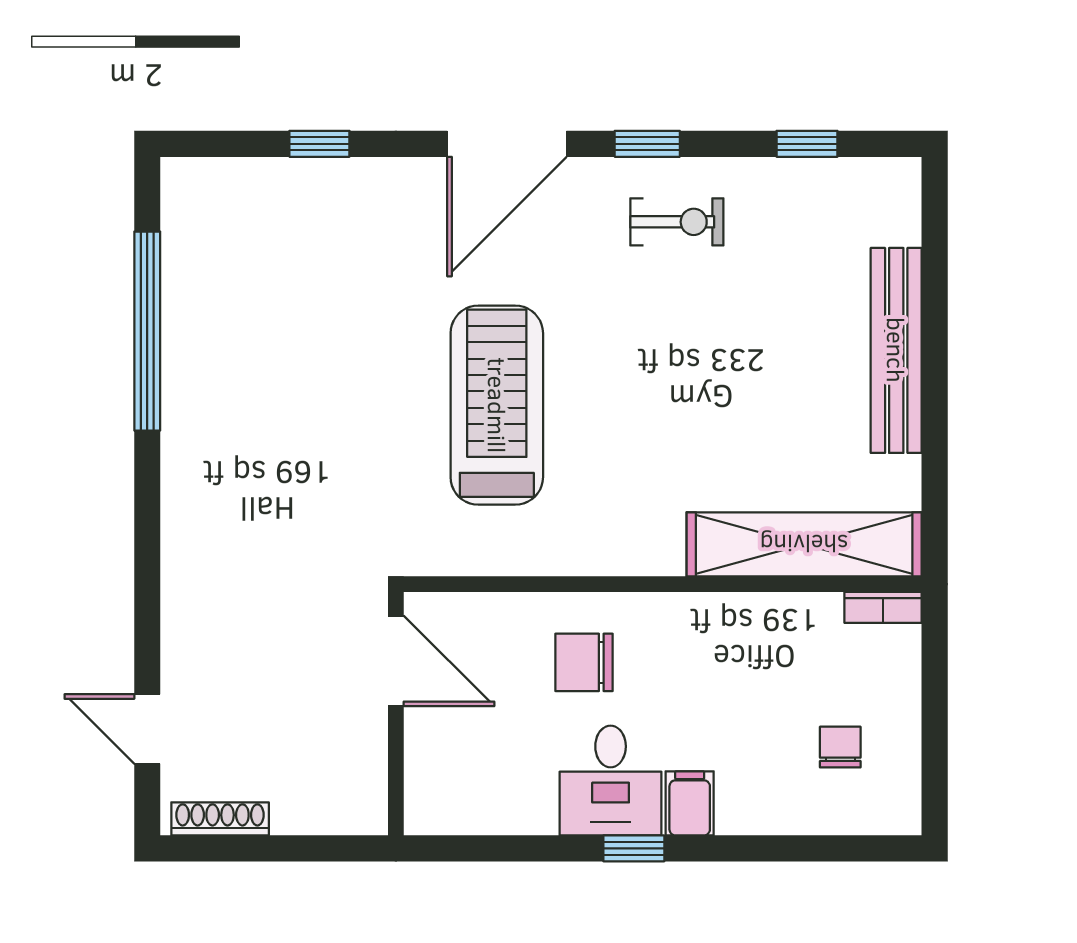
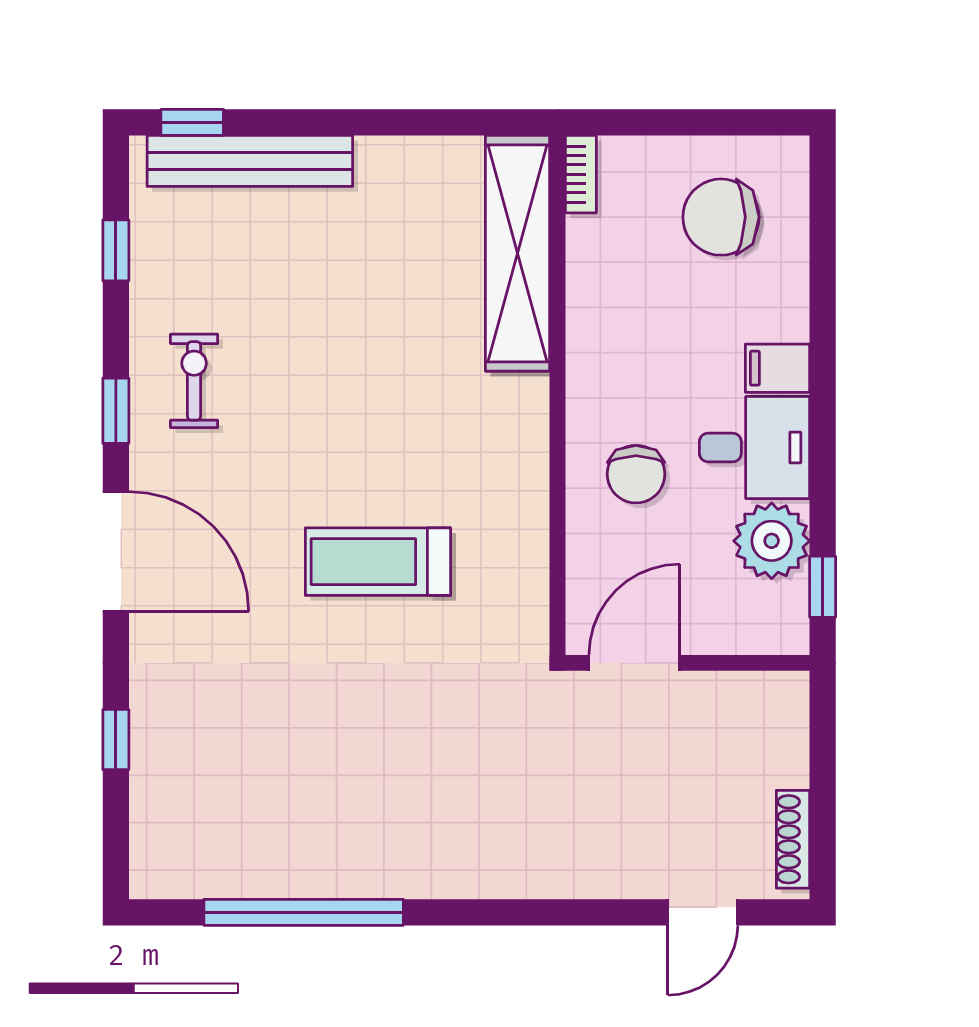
window: (935, 220) -> (192, 122), added
bench: (896, 350) -> (250, 161), moved
treadmill: (497, 405) -> (378, 562), width x0.73, depth x0.73
chair: (840, 747) -> (721, 217), width x1.87, depth x1.87
plant: (518, 798) -> (772, 541), added
window: (634, 848) -> (823, 587), moved

